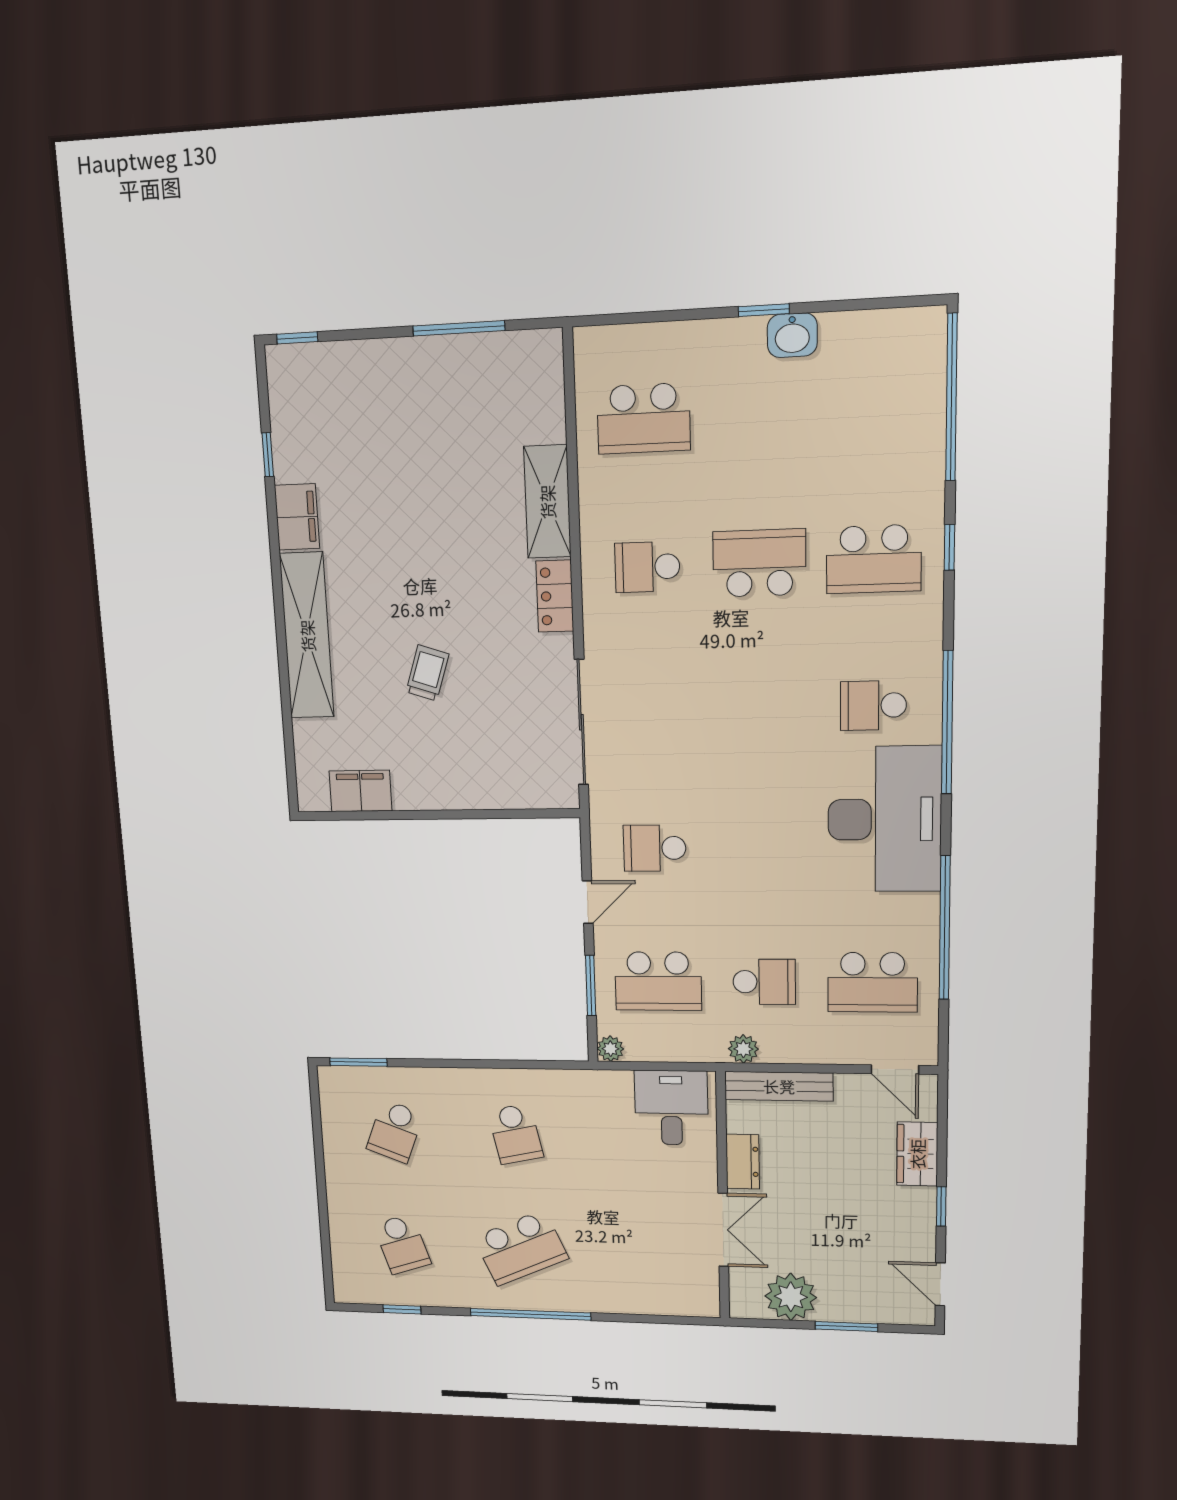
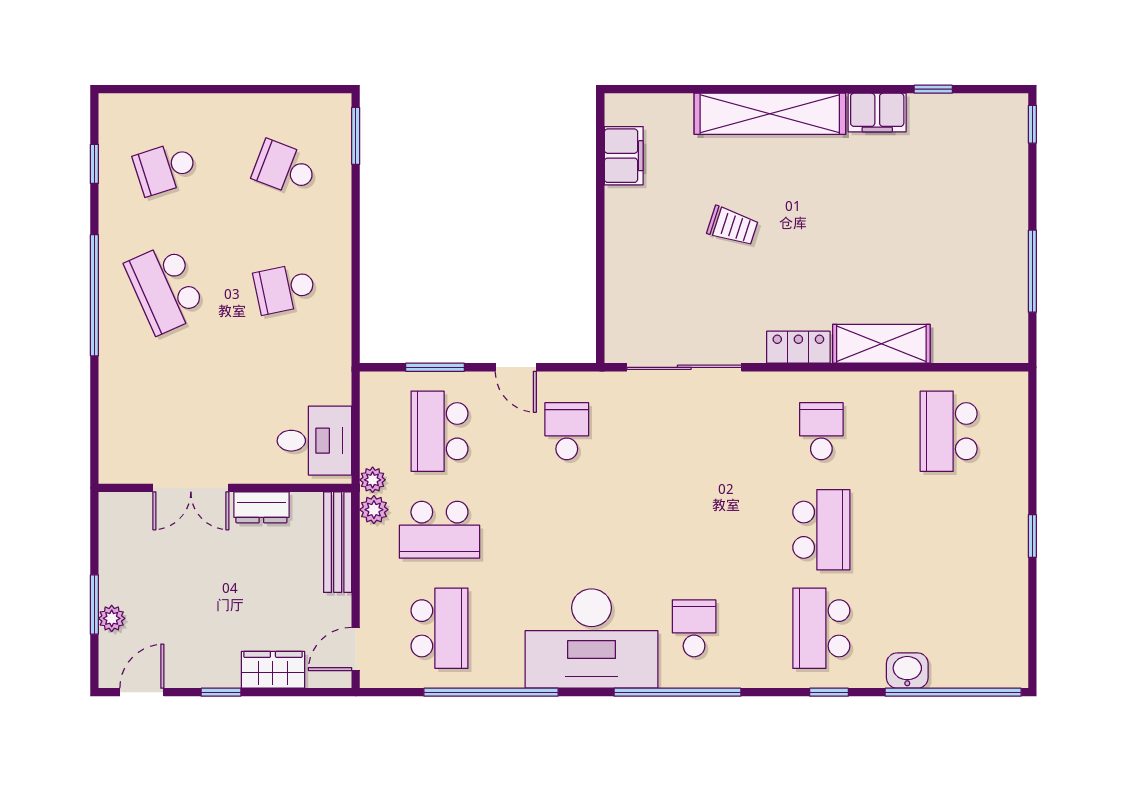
washbasin: (792, 335) -> (907, 671), moved, turned 90
school desk: (764, 982) -> (439, 530), width x1.85
school desk: (872, 982) -> (439, 628), turned 180
plant: (610, 1049) -> (373, 480), moved
plant: (791, 1297) -> (112, 618), moved, width x0.53, depth x0.53

